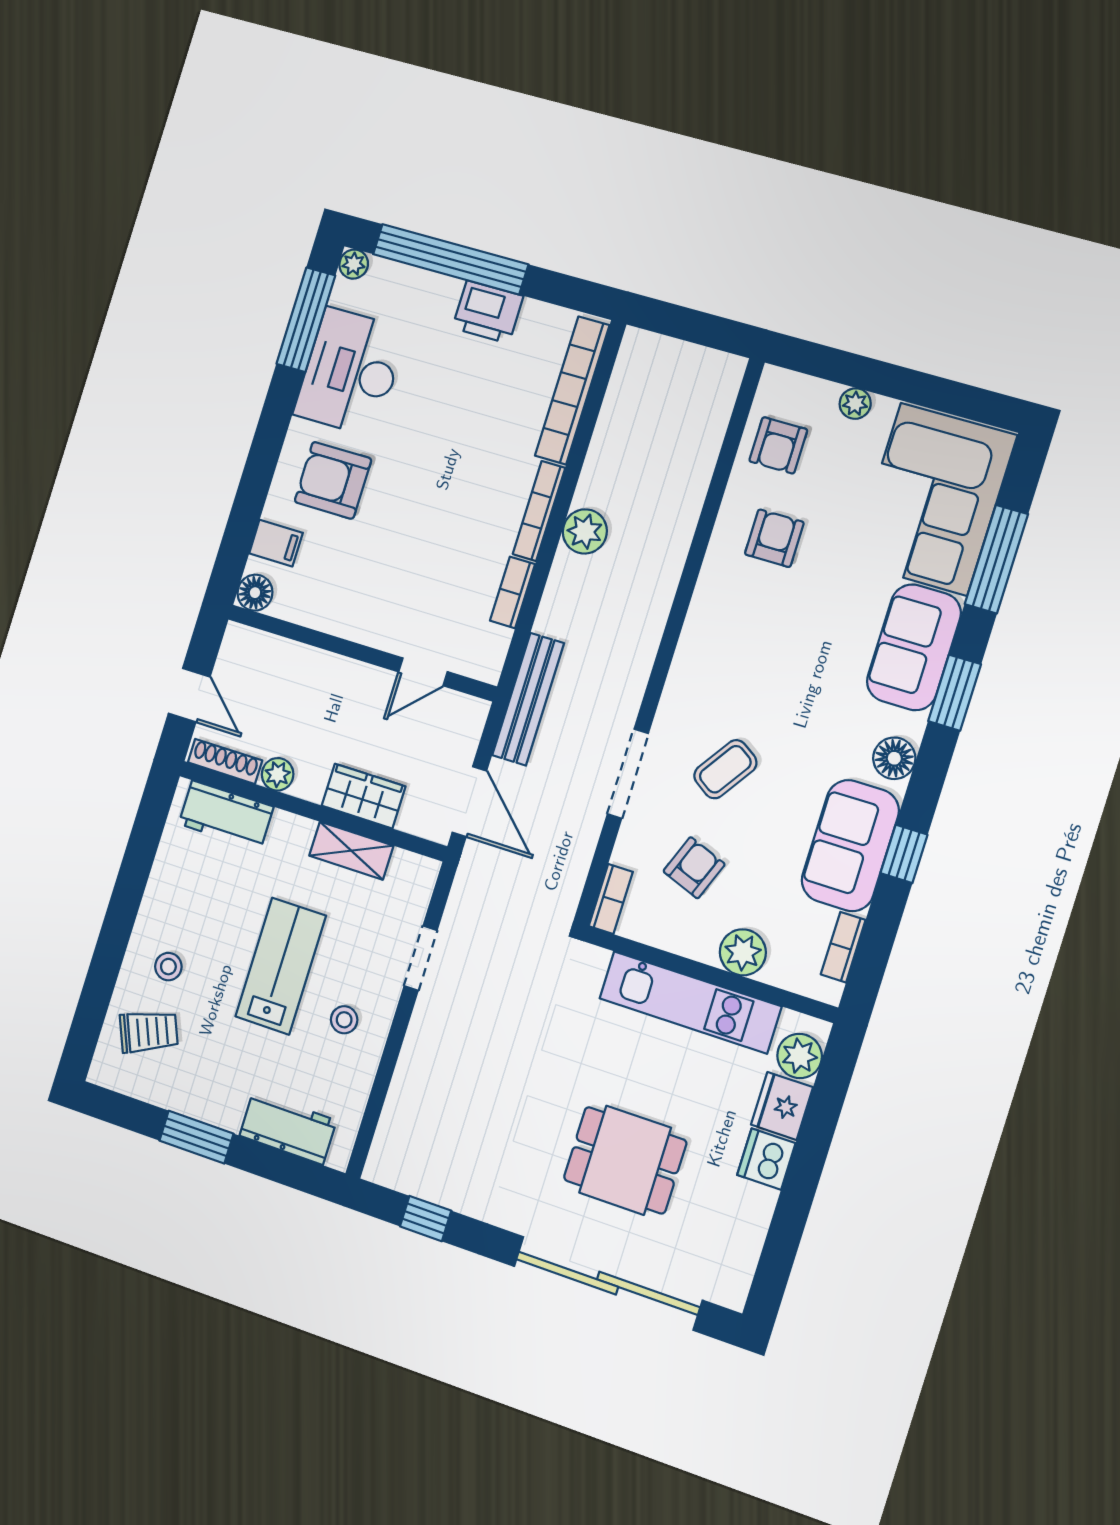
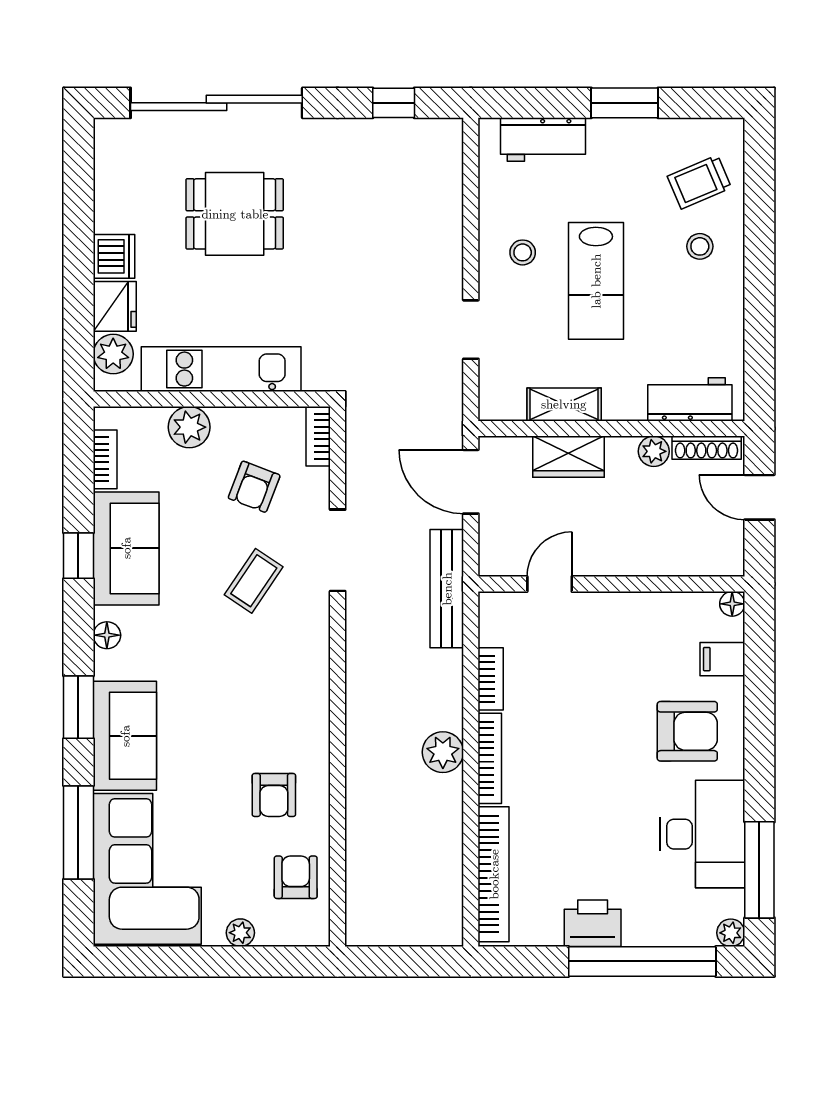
floor lamp: (255, 593) -> (732, 604), width x0.73, depth x0.73
floor lamp: (894, 758) -> (107, 635), width x0.73, depth x0.73

